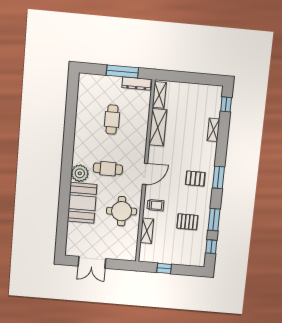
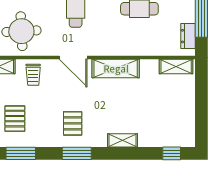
dresser: (137, 83) -> (188, 36), width x0.70
shelving: (158, 127) -> (116, 68), moved
shelving: (213, 130) -> (122, 140), moved

